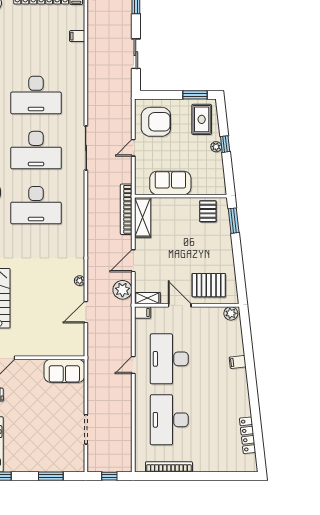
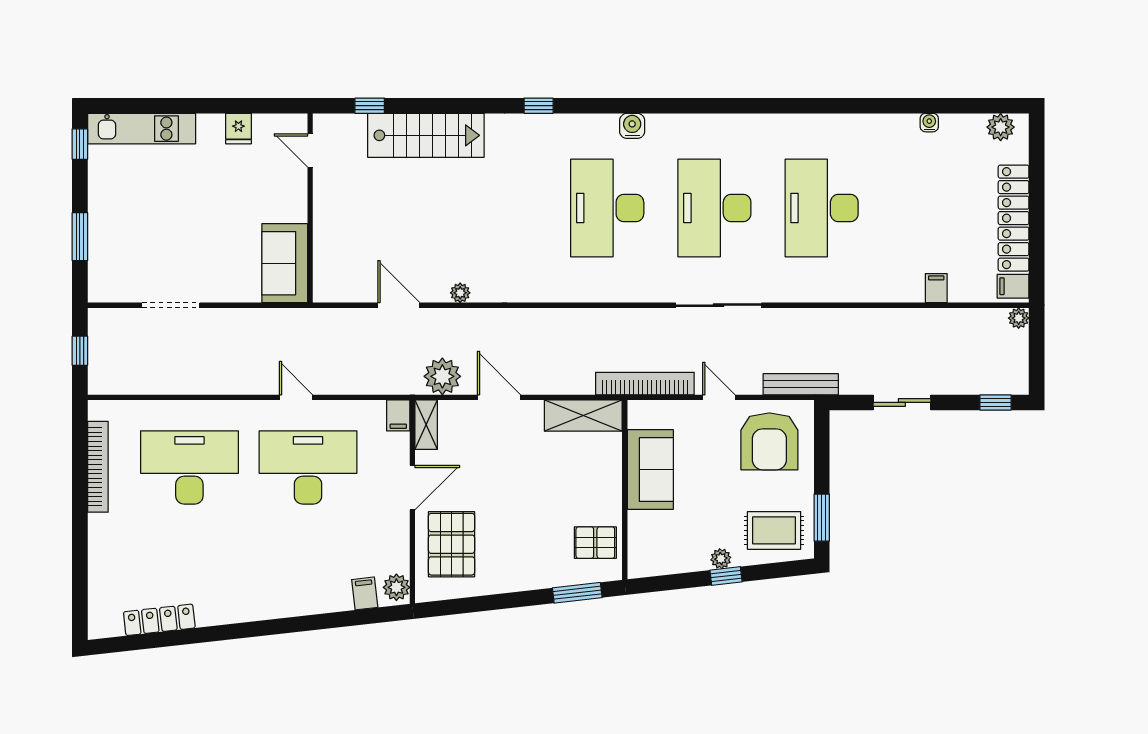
bench: (127, 106) -> (801, 384), added
bookcase: (126, 209) -> (645, 384), moved
filing cabinet: (238, 362) -> (365, 593), moved

